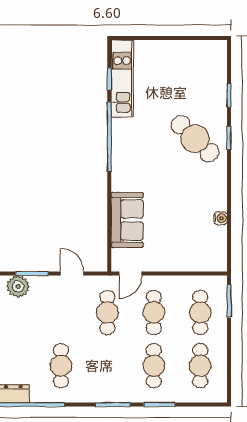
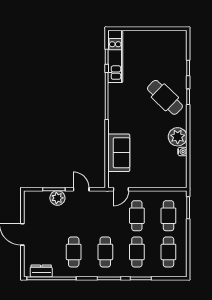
plant: (214, 197) -> (178, 137), added
plant: (18, 286) -> (57, 198), moved
cafe table: (107, 312) -> (105, 252), moved

